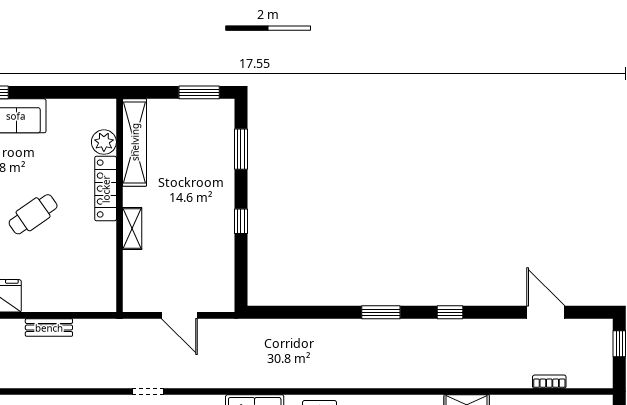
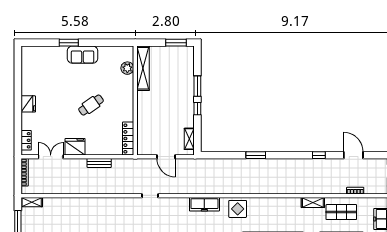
window: (241, 149) -> (197, 86), moved
locker: (106, 189) -> (128, 139), moved
shelving: (132, 229) -> (189, 139), moved
window: (381, 312) -> (256, 155), moved
window: (450, 312) -> (319, 155), moved

